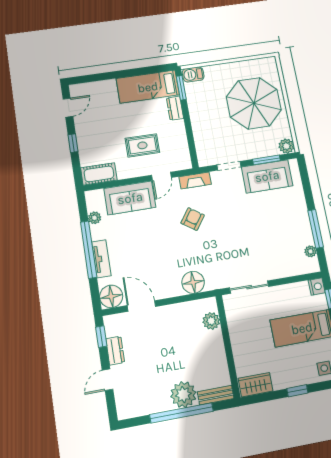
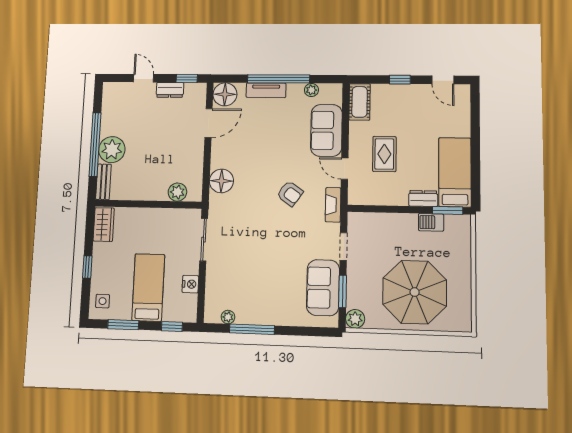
barbecue: (193, 74) -> (431, 222), moved, turned -90
nightstand: (317, 286) -> (190, 284), moved, turned -90

